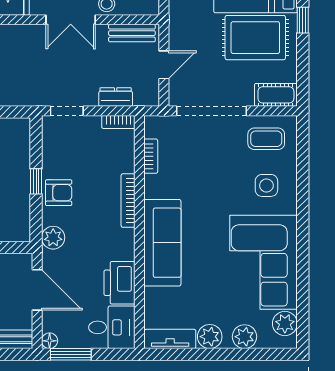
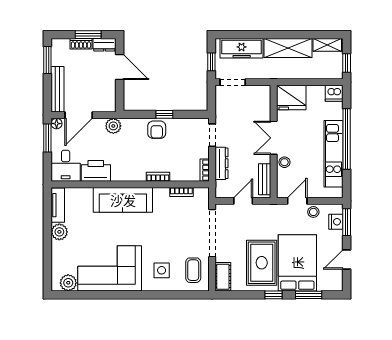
door: (164, 65) -> (243, 201), swing flipped
dresser: (116, 97) -> (221, 163), width x1.44
bookcase: (128, 201) -> (158, 177), width x0.64
plant: (53, 238) -> (113, 126), moved
door: (37, 290) -> (79, 115), moved
plant: (244, 337) -> (59, 255), removed

